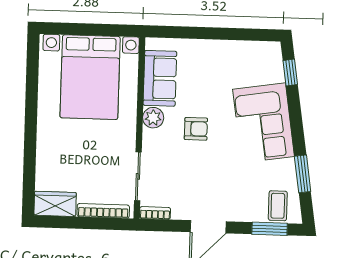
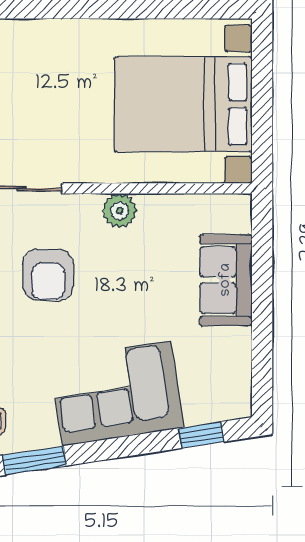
sofa: (160, 78) -> (226, 280), moved, turned 90
armchair: (196, 129) -> (48, 275), moved, width x1.38, depth x1.38

